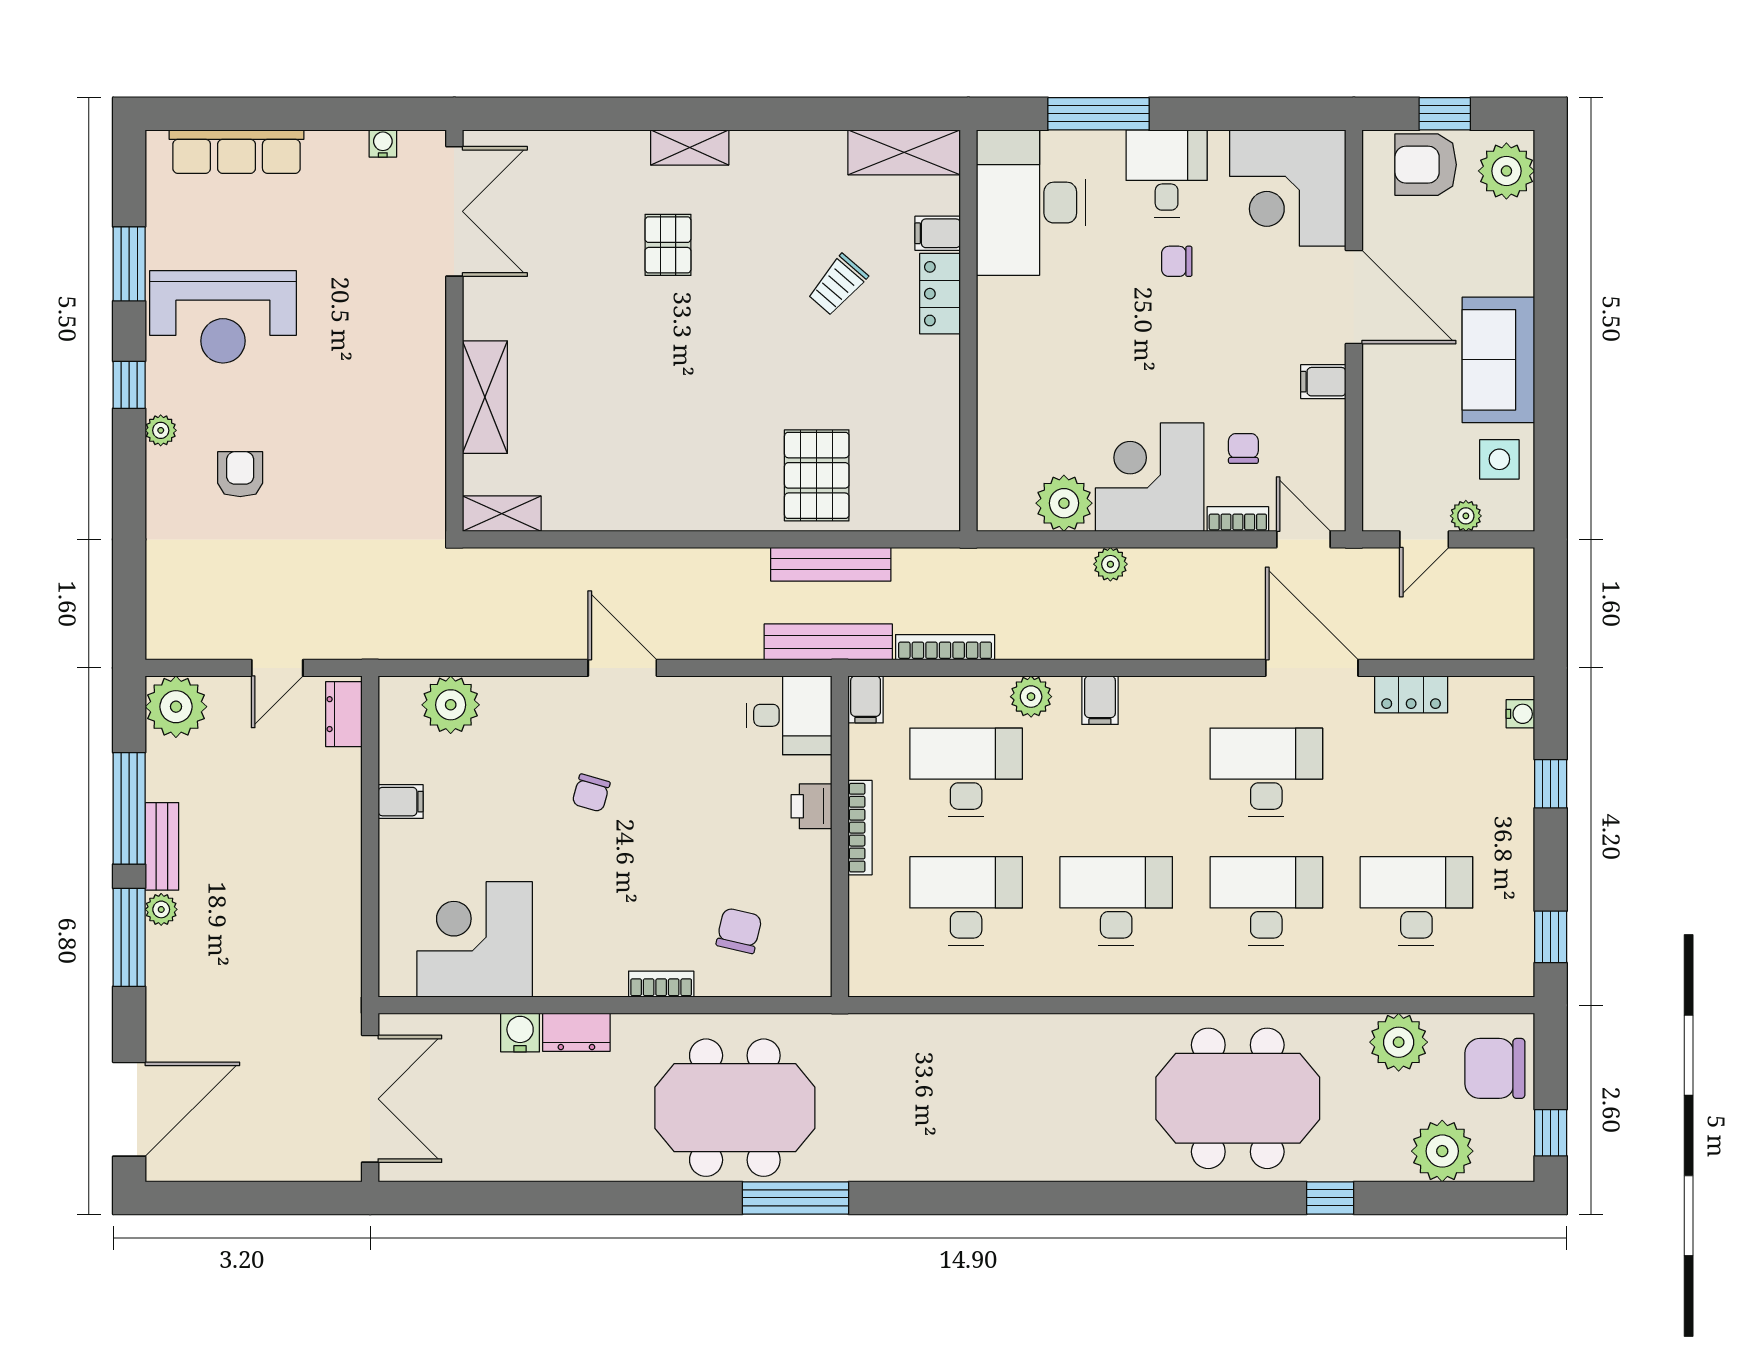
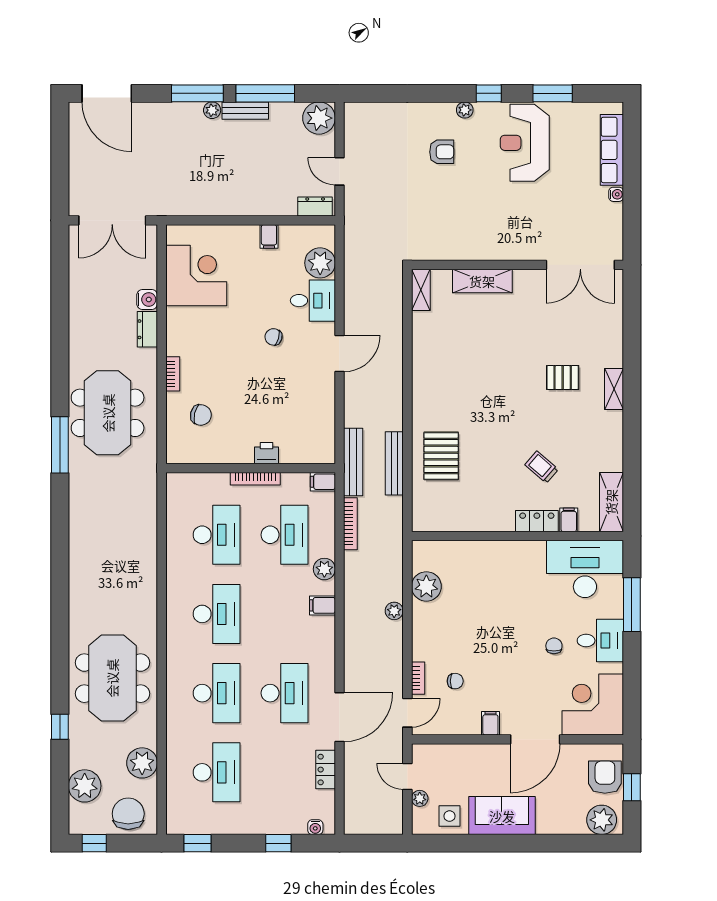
water cooler: (383, 143) -> (616, 194), moved
pallet: (817, 475) -> (441, 456), turned 90
corner desk: (1150, 477) -> (440, 632), removed
desk: (789, 715) -> (313, 301), moved, turned -90

